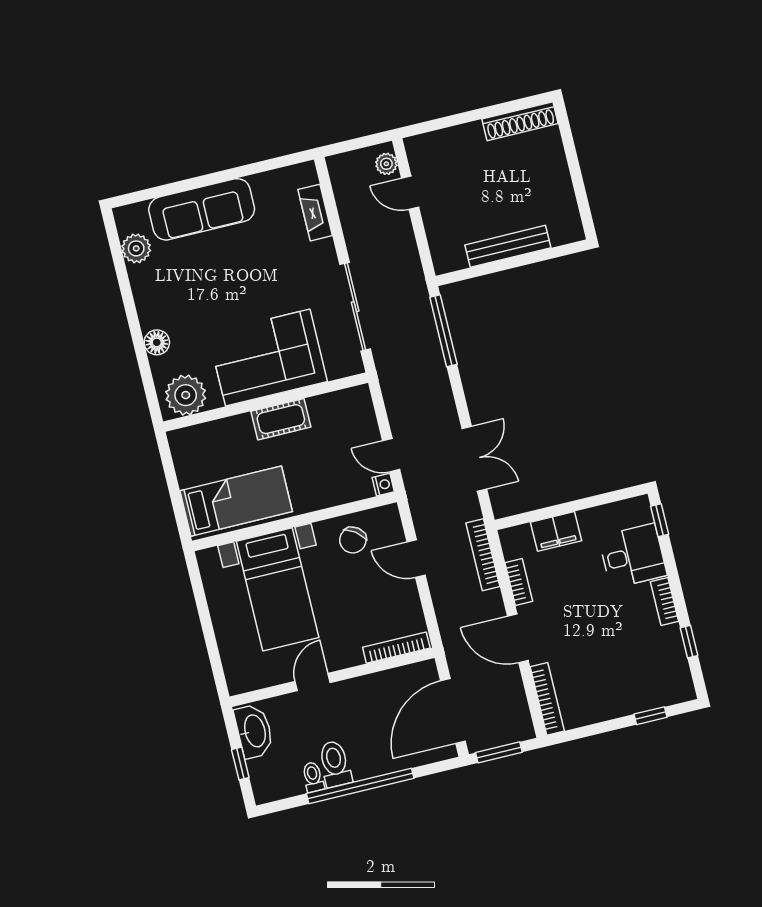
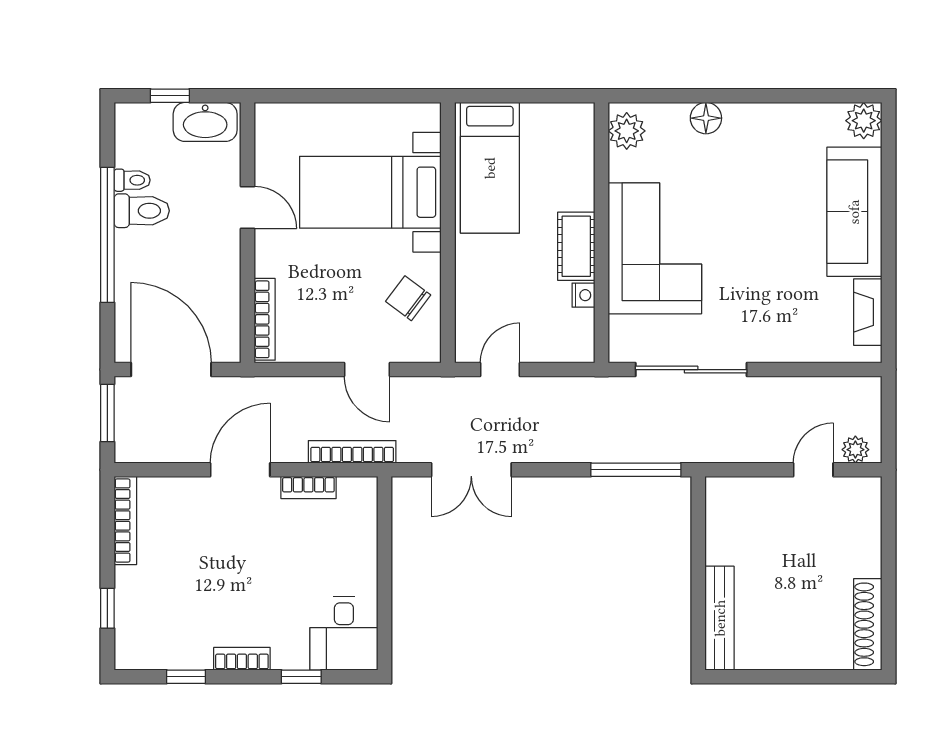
fireplace: (315, 213) -> (868, 312), moved, turned -90
bench: (508, 246) -> (720, 618), moved
plant: (136, 248) -> (864, 121), moved
plant: (186, 395) -> (627, 131), width x0.73, depth x0.73
nightstand: (383, 485) -> (583, 295), moved, turned -90
window: (660, 520) -> (301, 677), moved
filing cabinet: (556, 531) -> (359, 547), removed
desk: (633, 556) -> (344, 633), moved
door: (416, 559) -> (367, 370), swing flipped
bookcase: (547, 699) -> (125, 521), moved, turned -90

